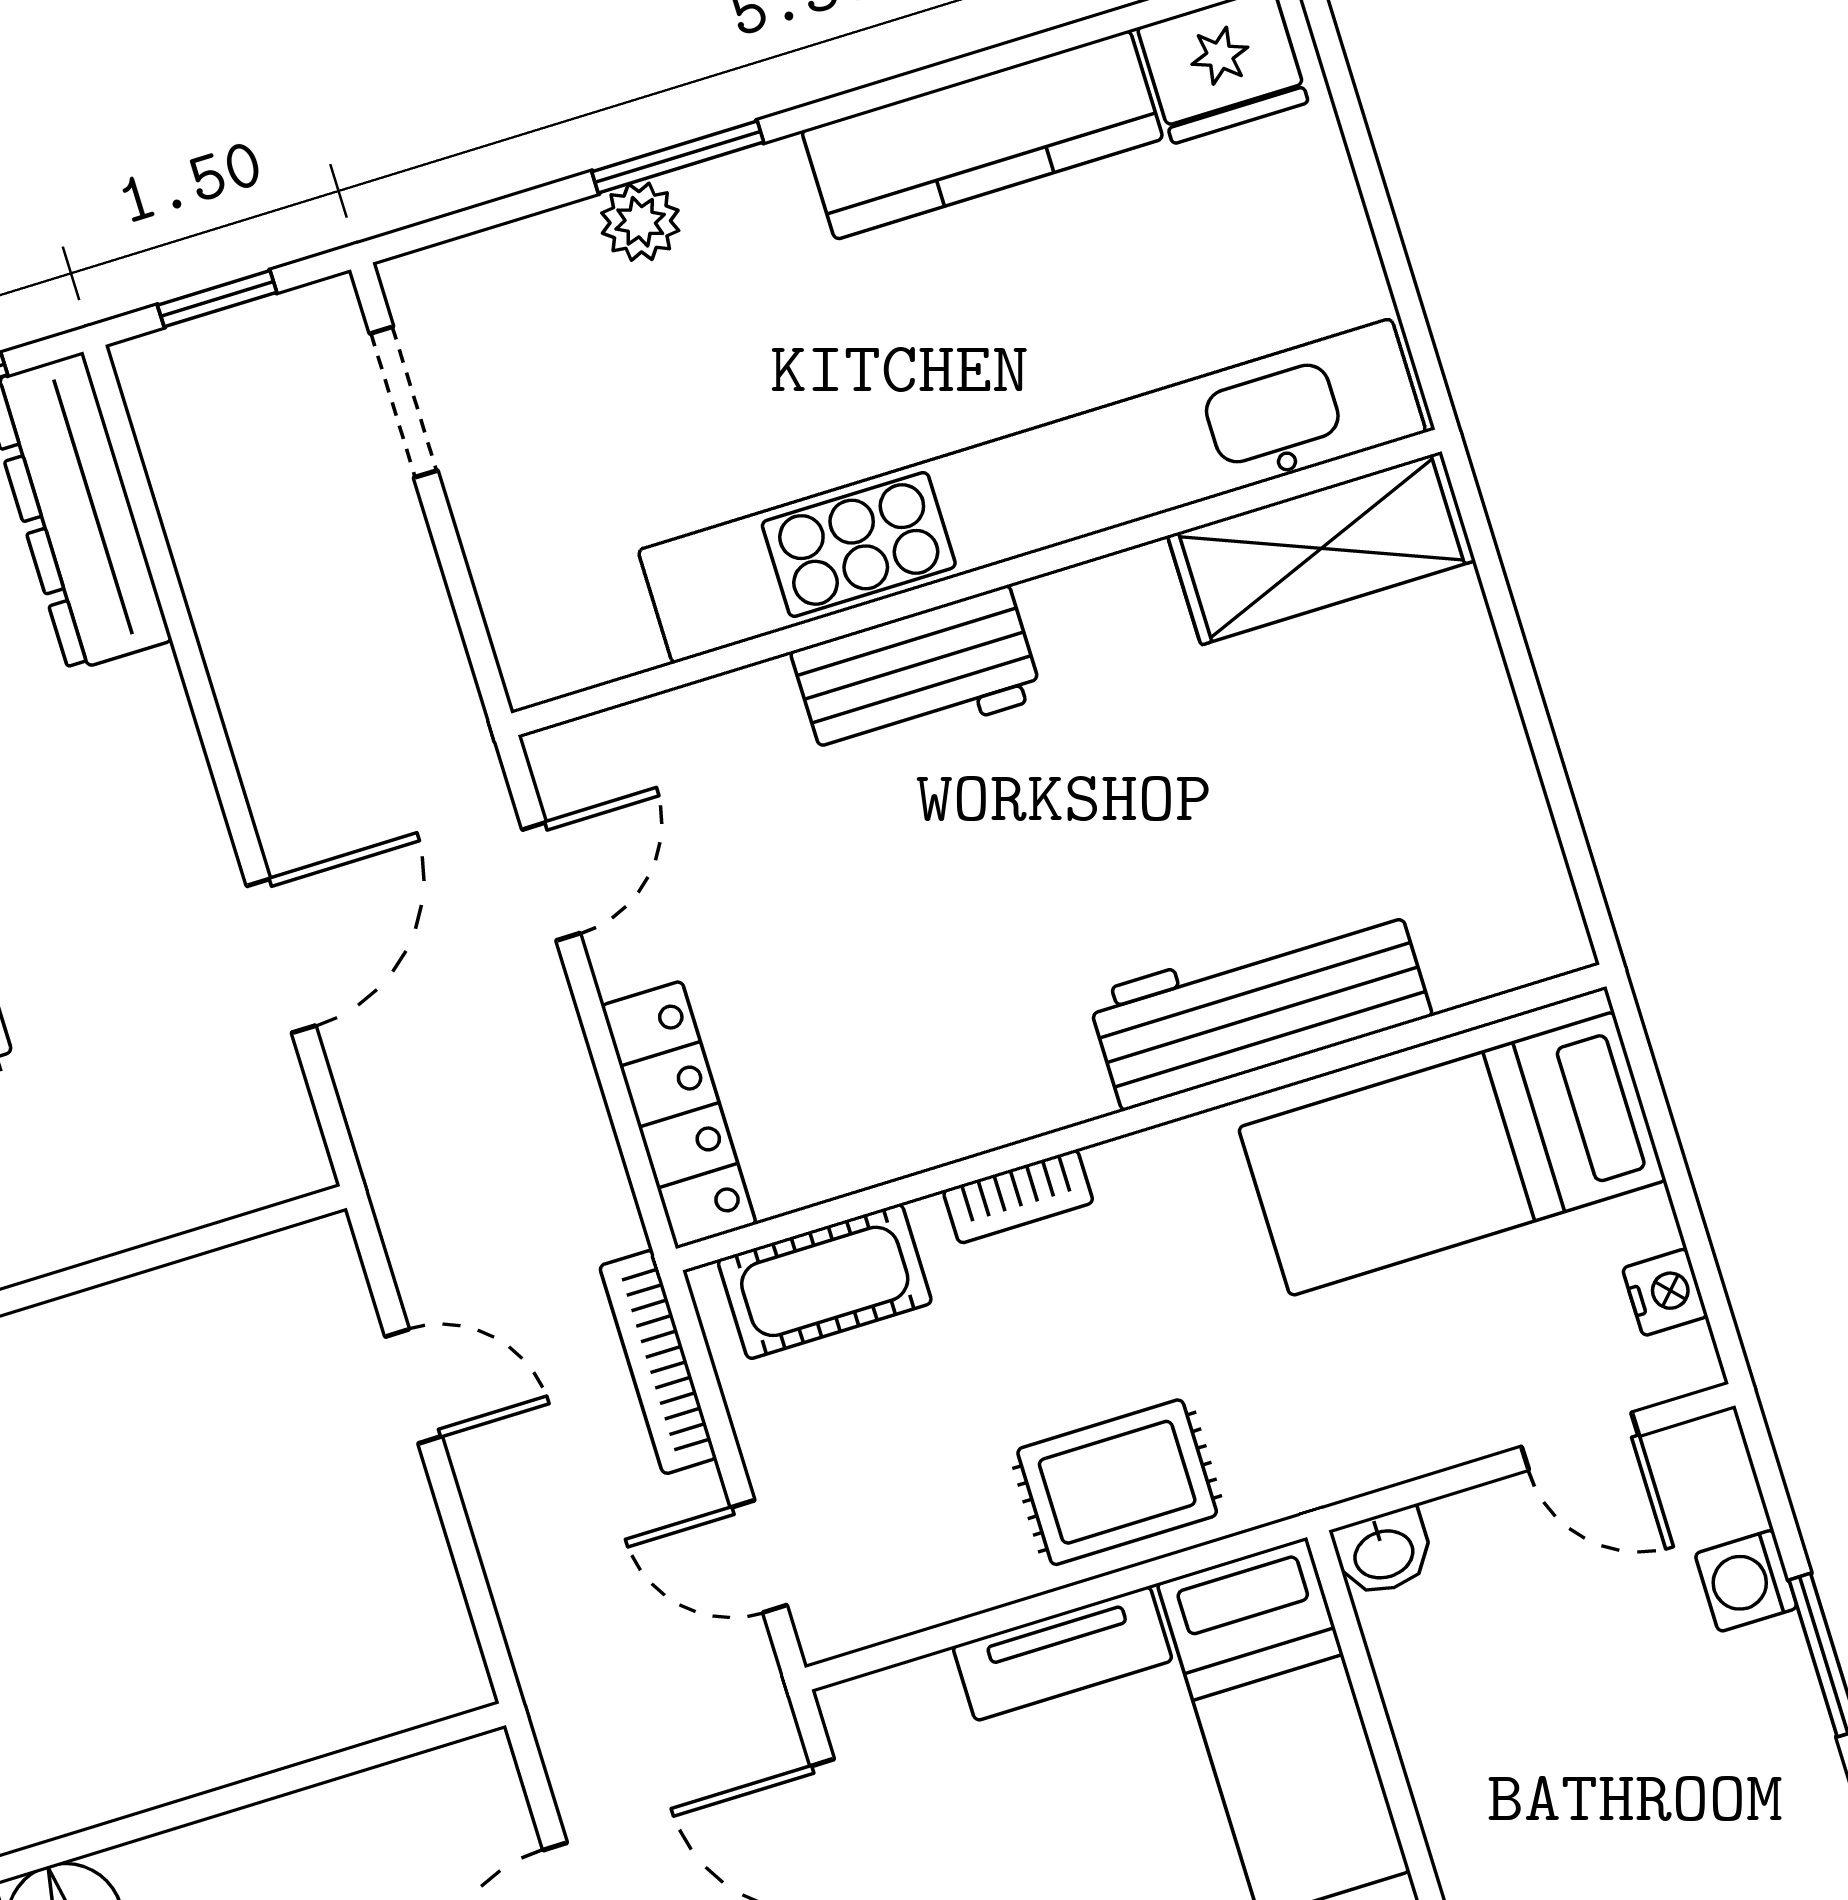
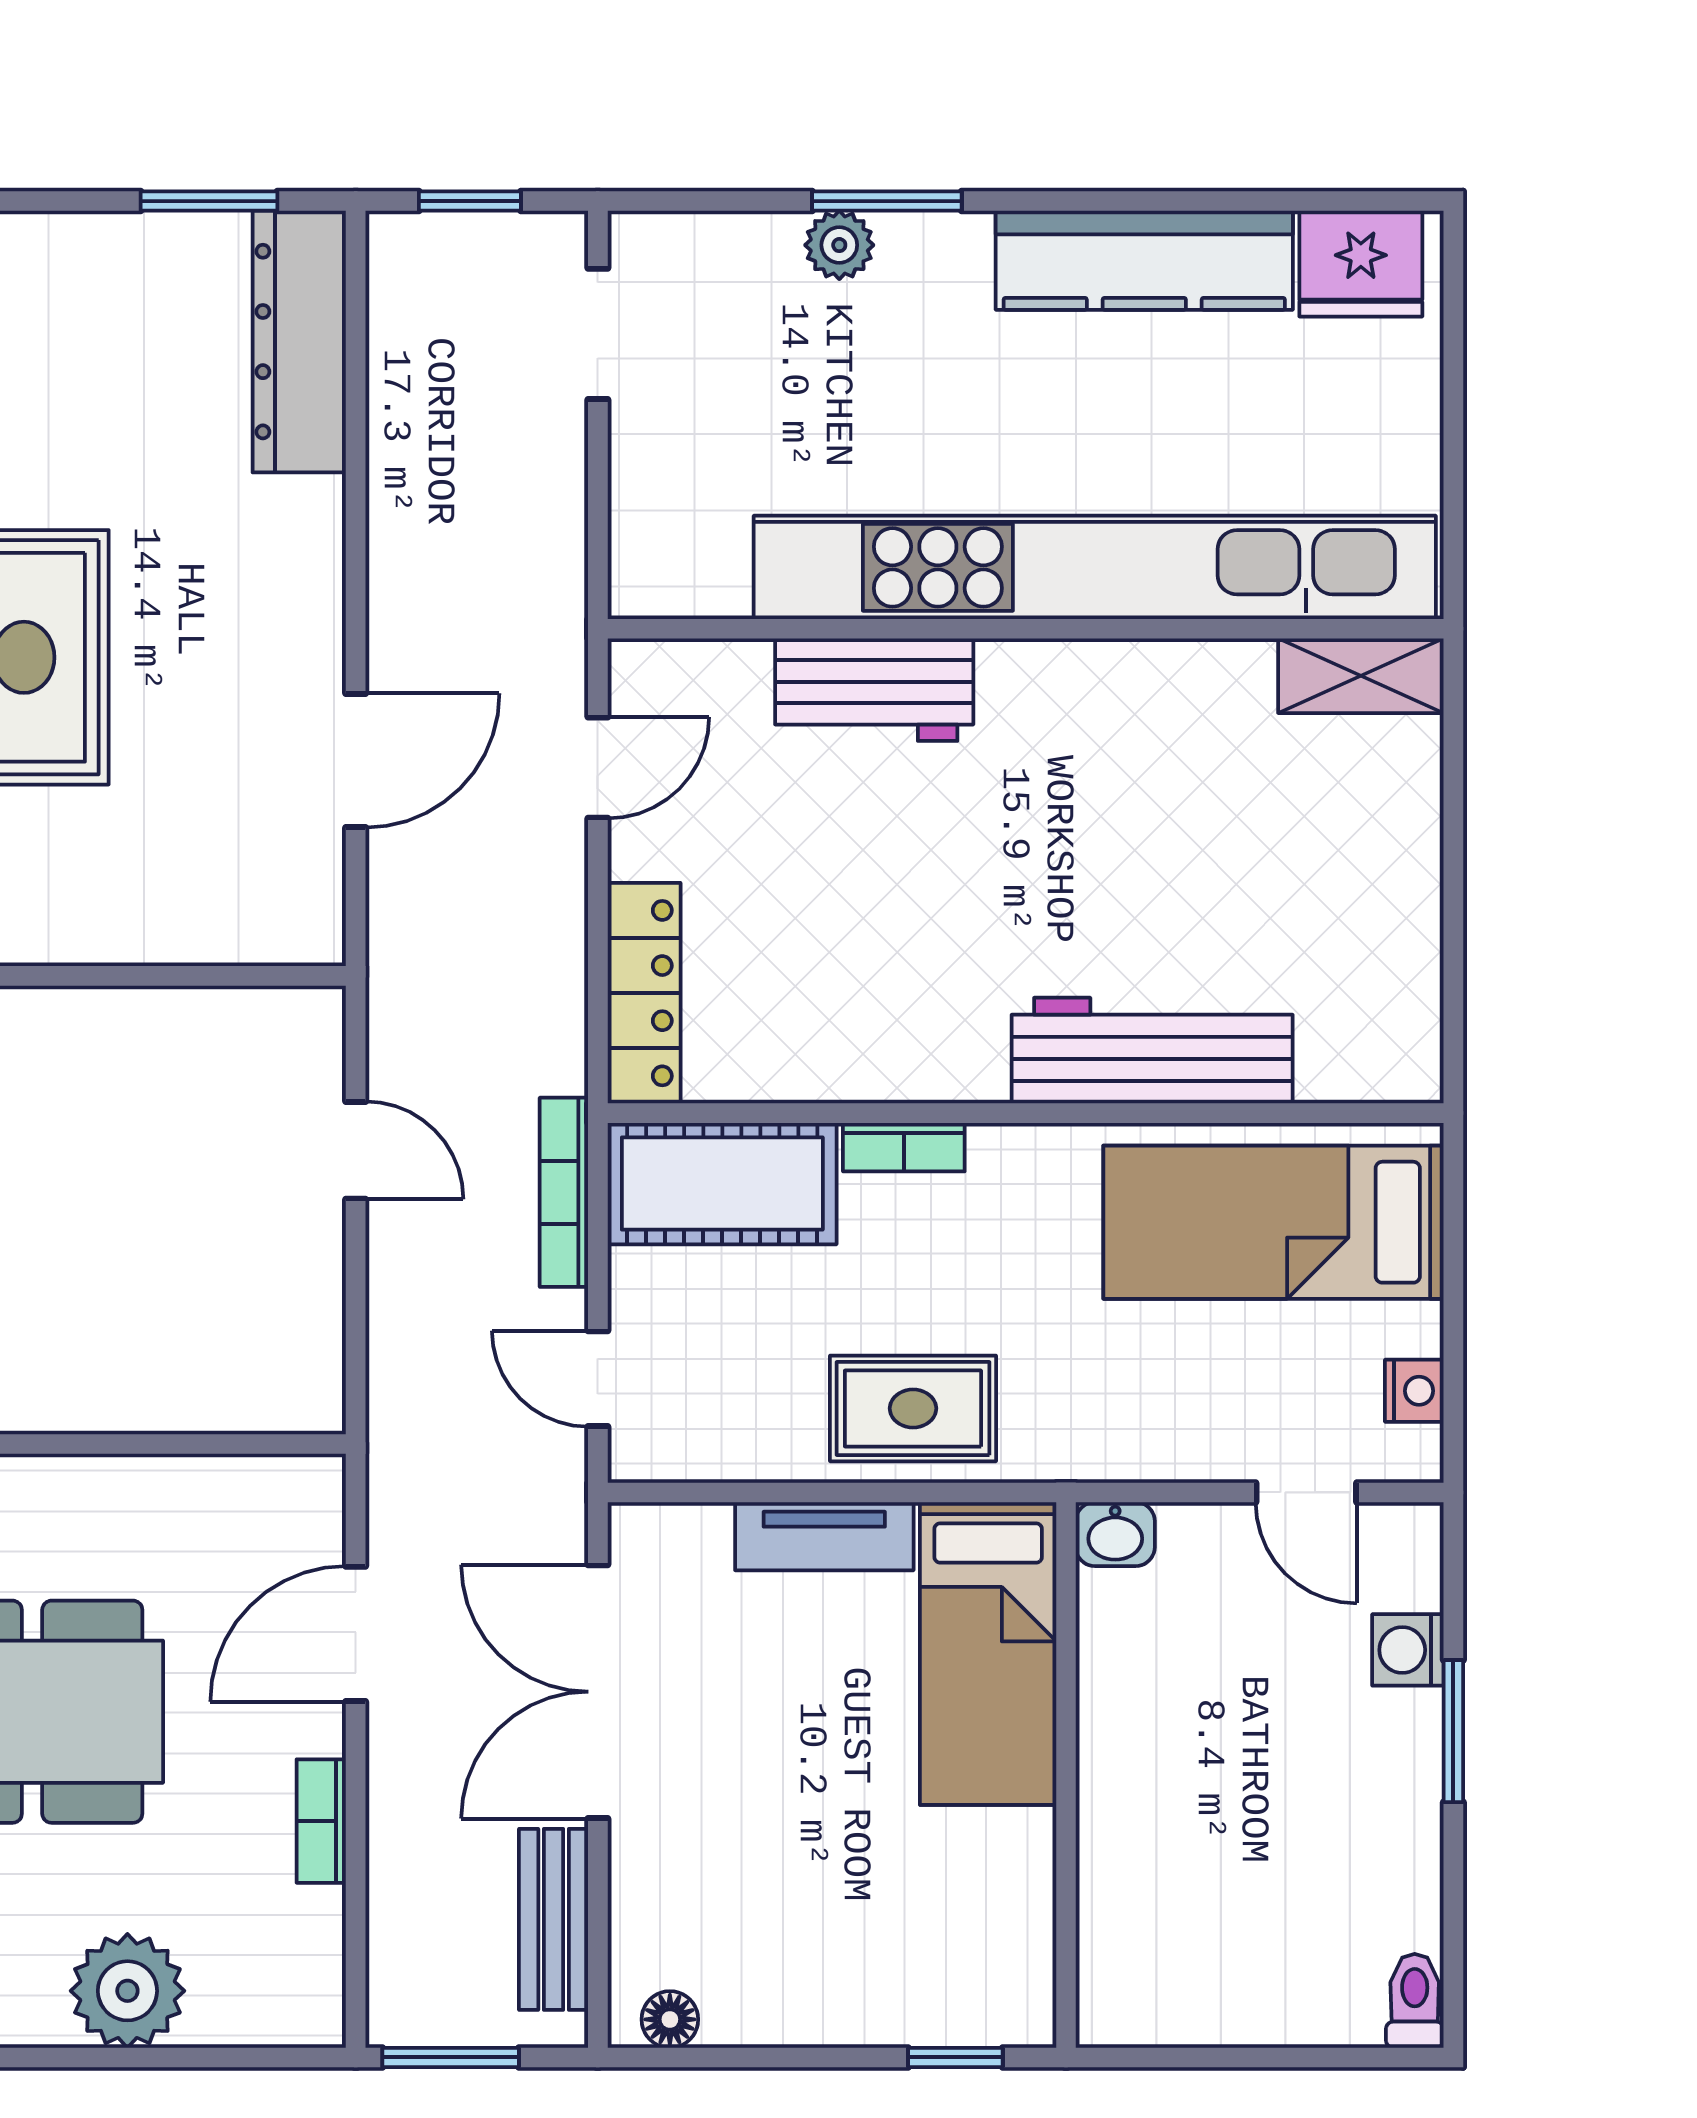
shelving: (1321, 548) -> (1361, 676), width x0.67, depth x0.75
workbench: (917, 675) -> (874, 690), moved
cot: (825, 1281) -> (722, 1184), width x1.37, depth x1.34

